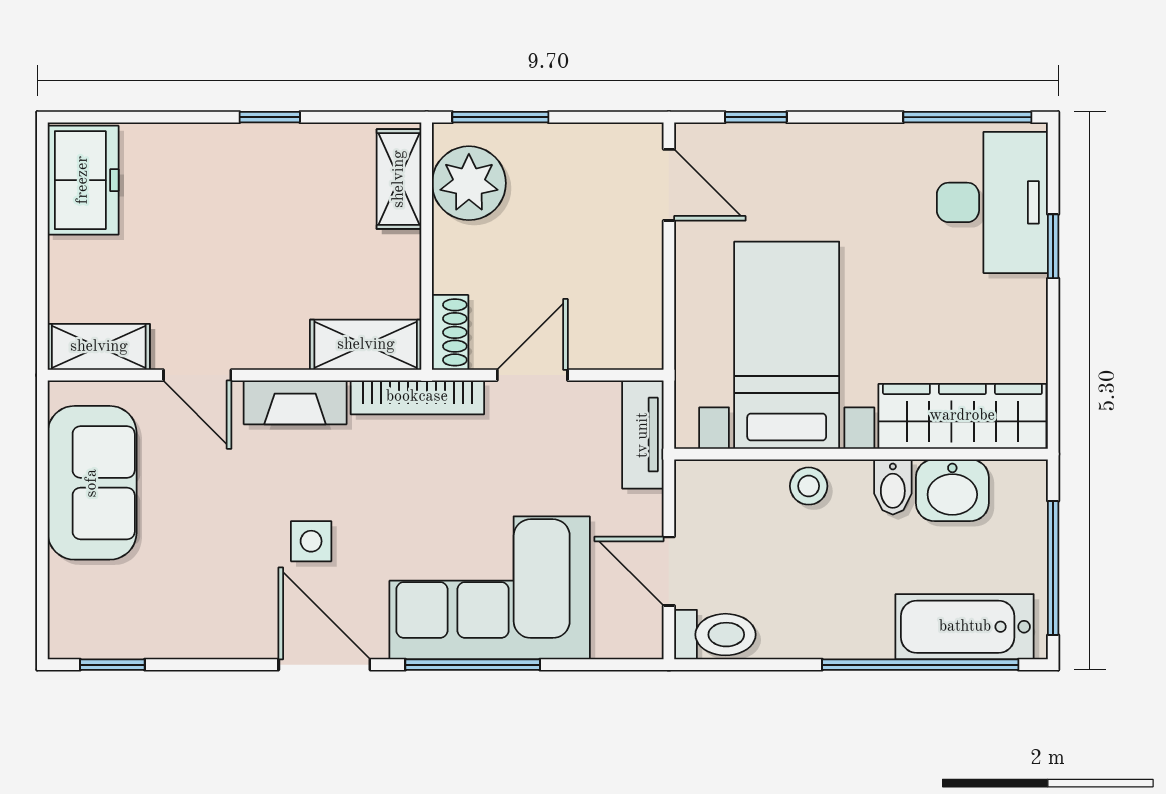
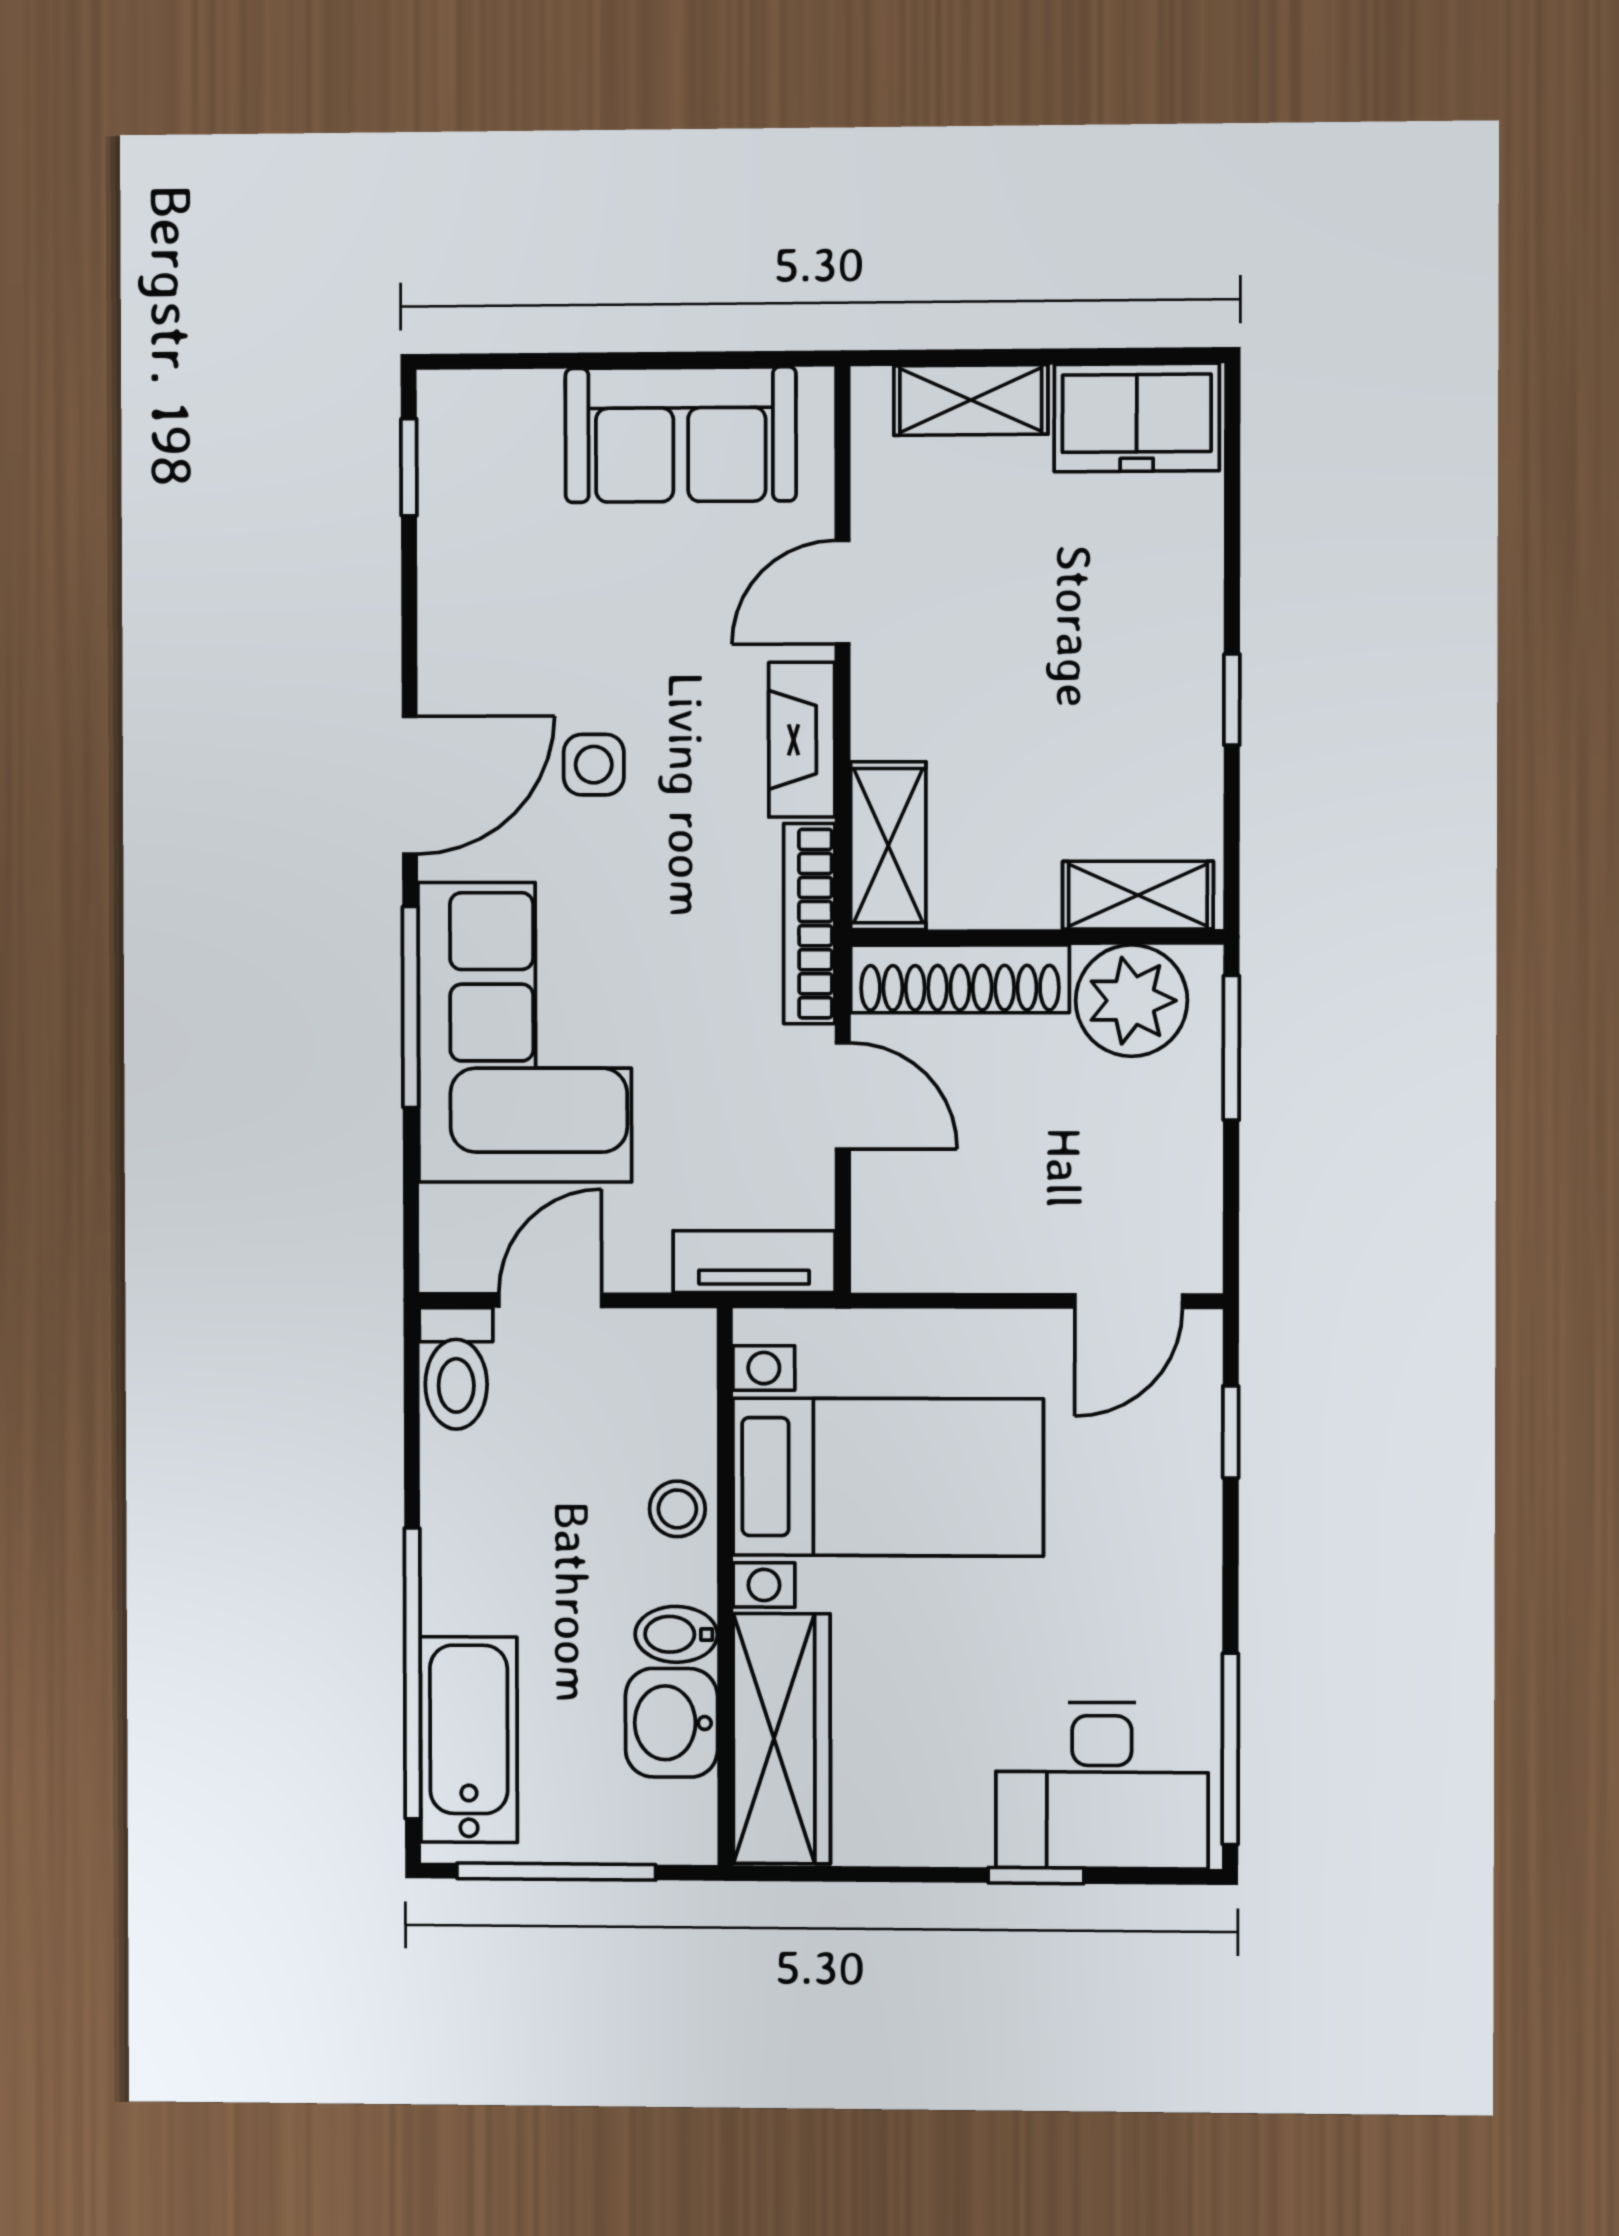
shoe rack: (450, 332) -> (960, 979), width x1.94, depth x1.24
shelving: (99, 347) -> (971, 400), moved, turned 90

